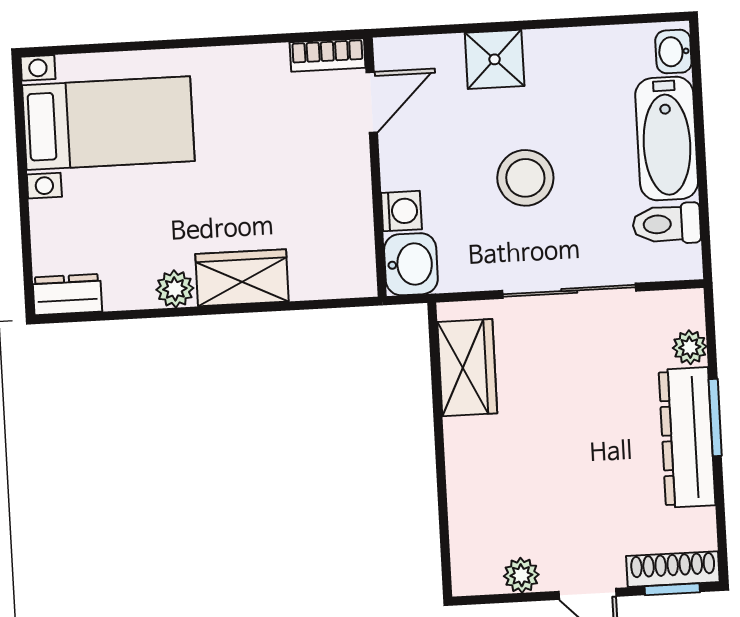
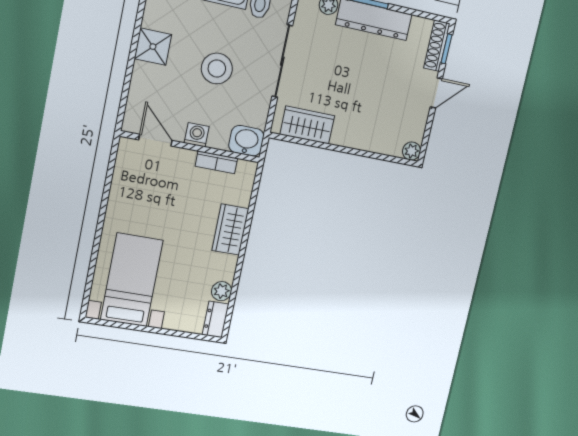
bookcase: (328, 55) -> (216, 162), moved, turned 90
shower: (495, 59) -> (153, 47), moved
washing machine: (401, 211) -> (197, 135), moved
plant: (175, 289) -> (222, 291), moved
plant: (521, 575) -> (412, 151), moved

